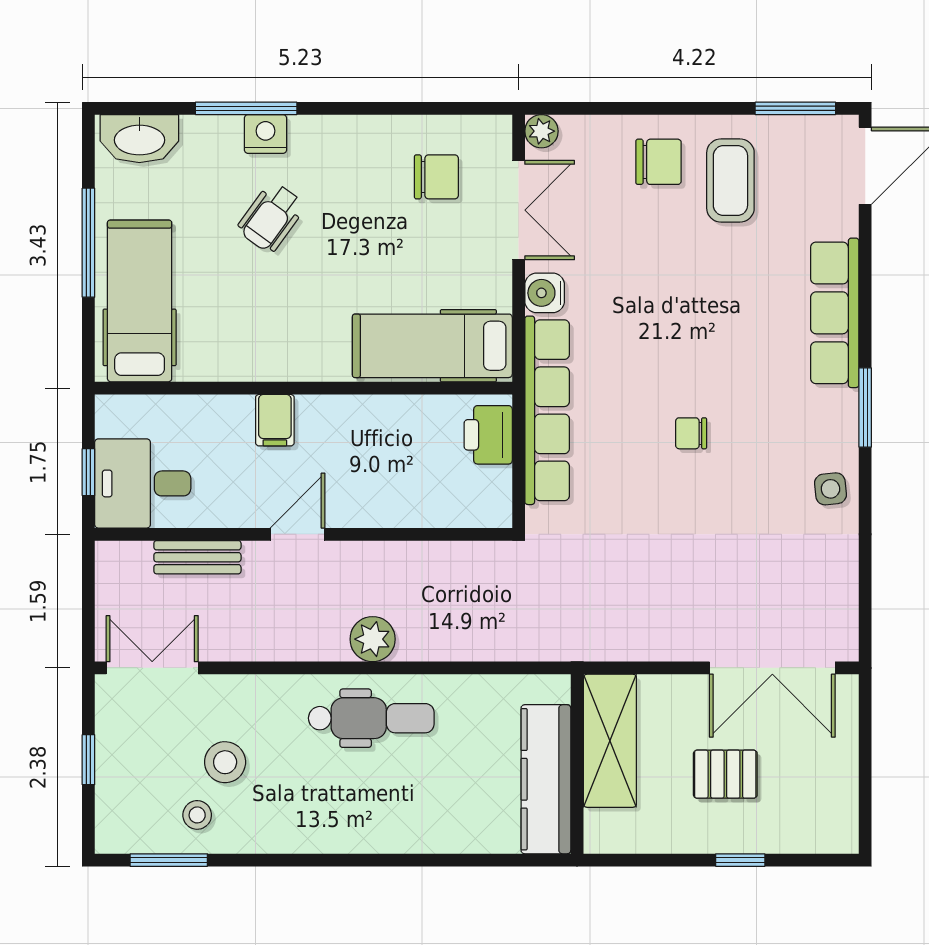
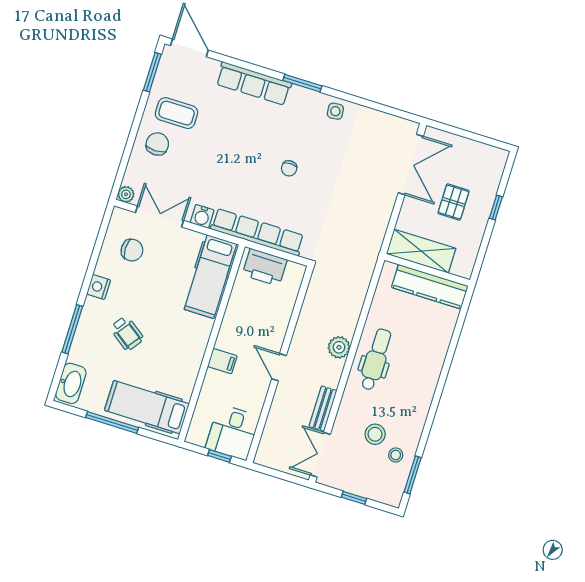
nightstand: (265, 134) -> (99, 287), moved
chair: (436, 177) -> (132, 250), turned 90
printer: (488, 435) -> (265, 267), width x1.37, depth x1.19
bench: (197, 557) -> (323, 409), moved

